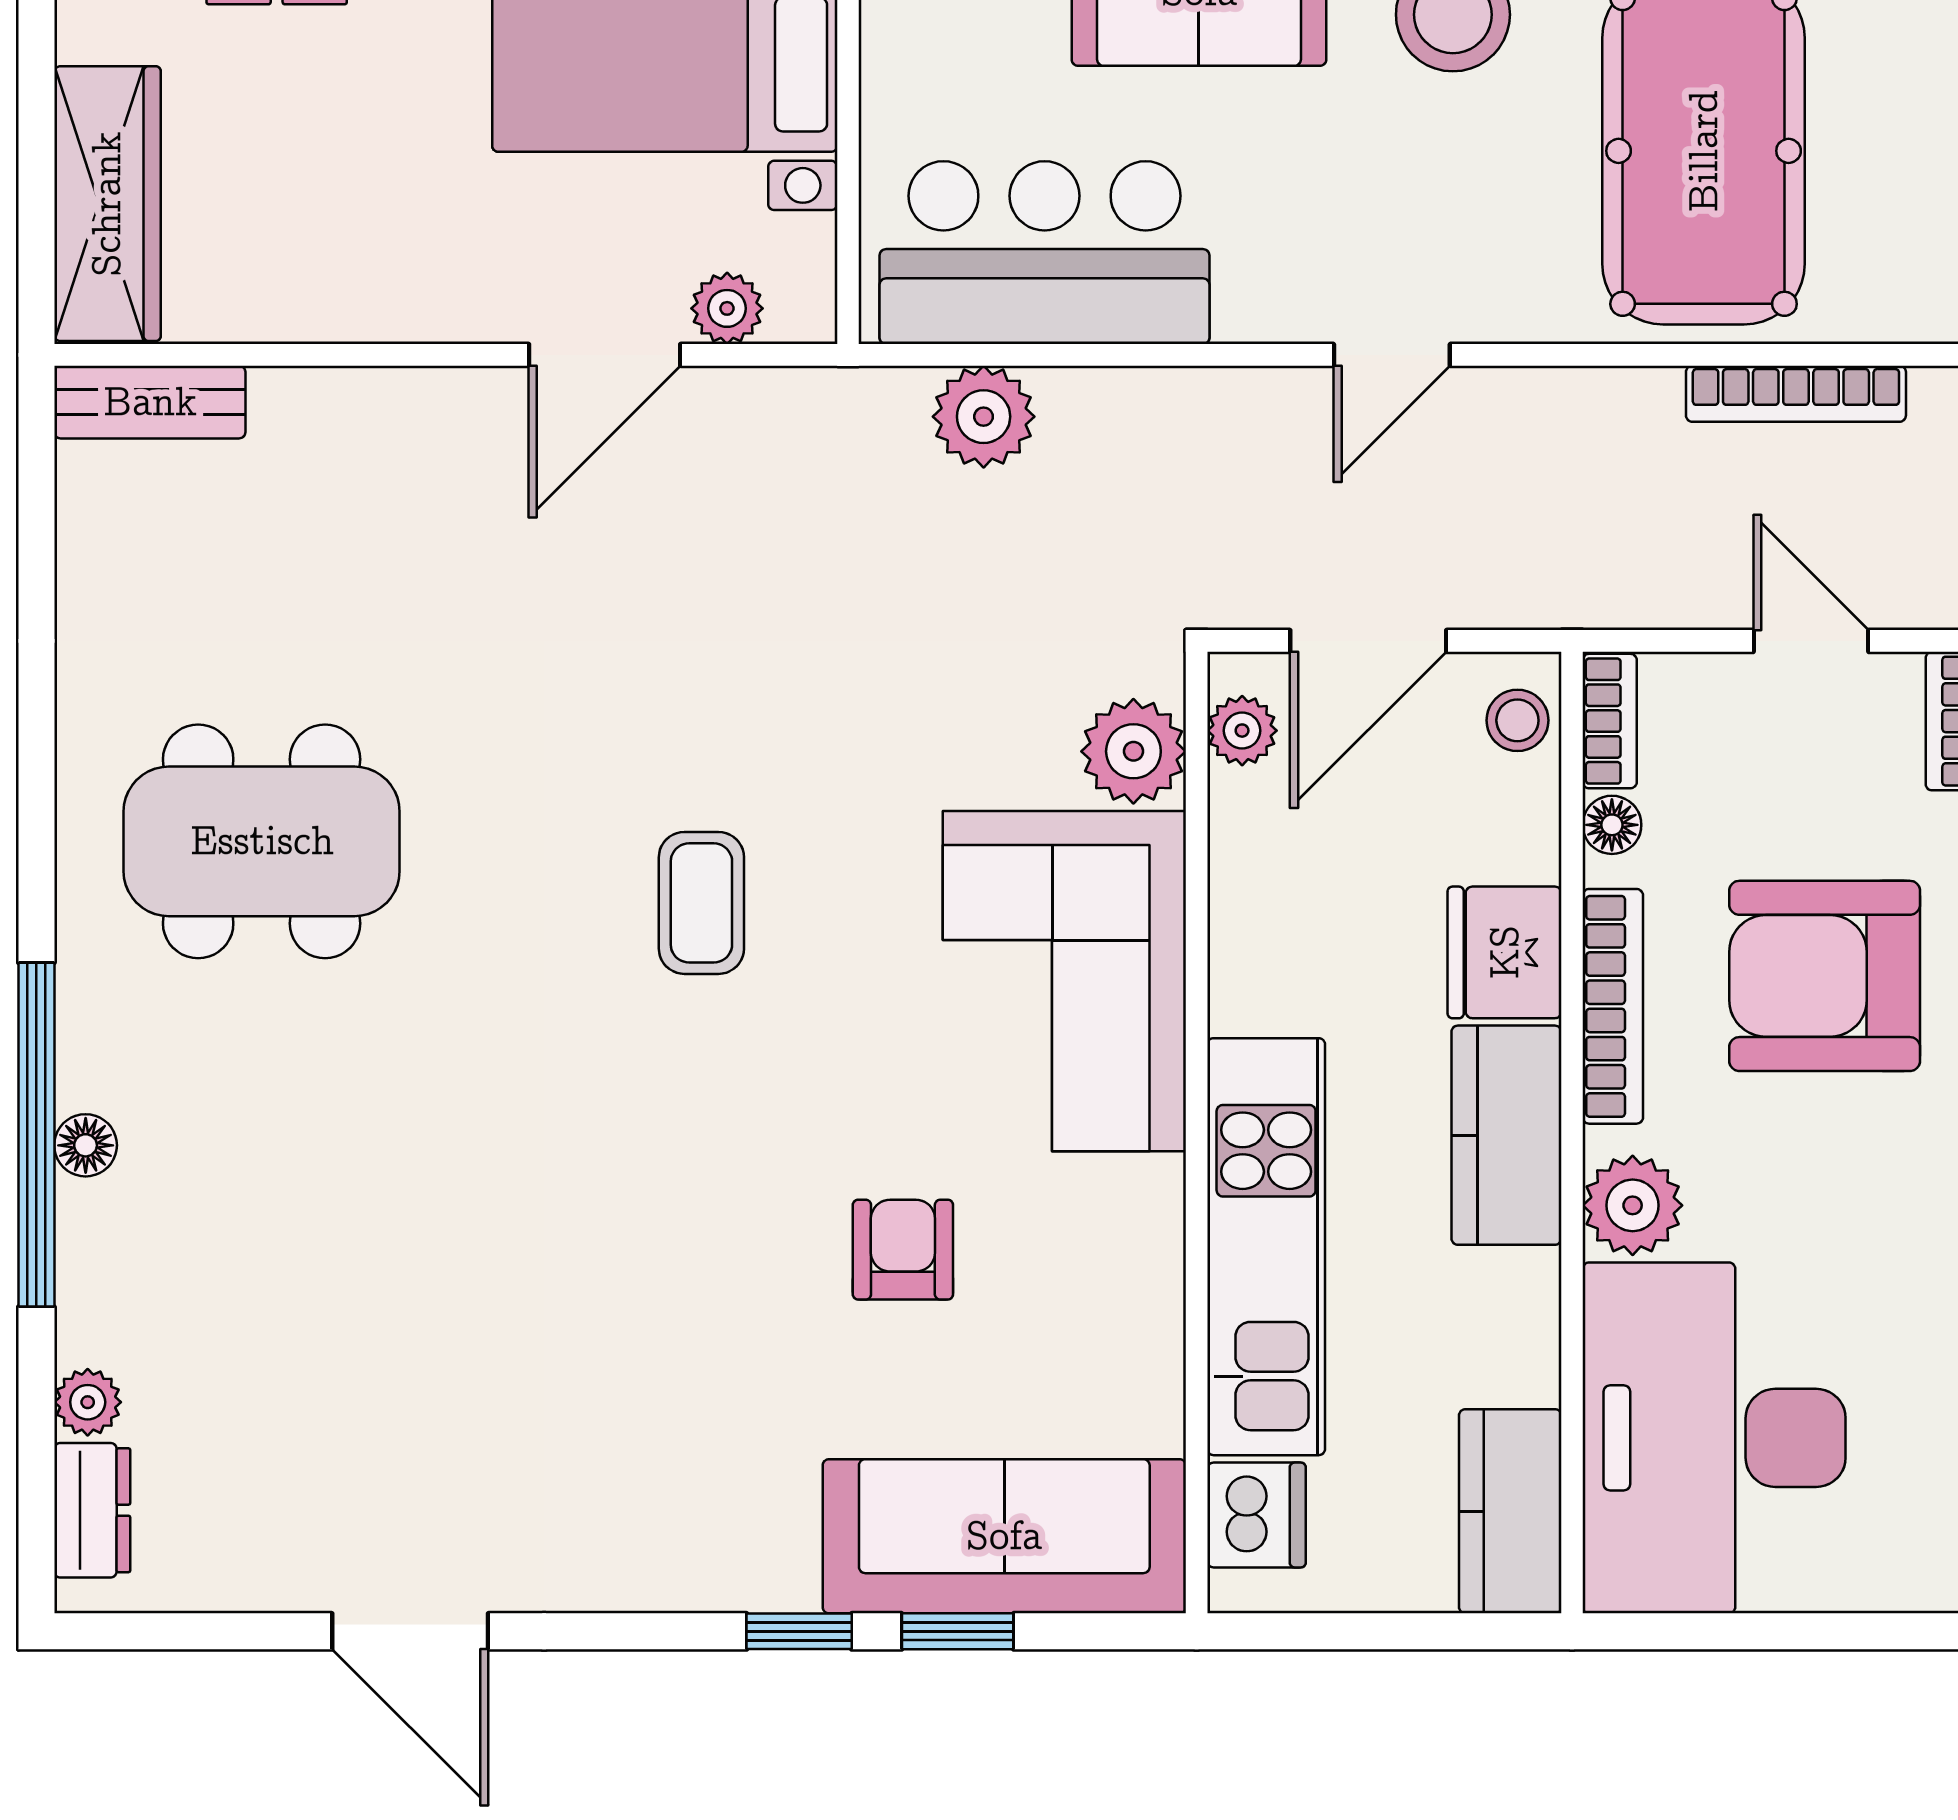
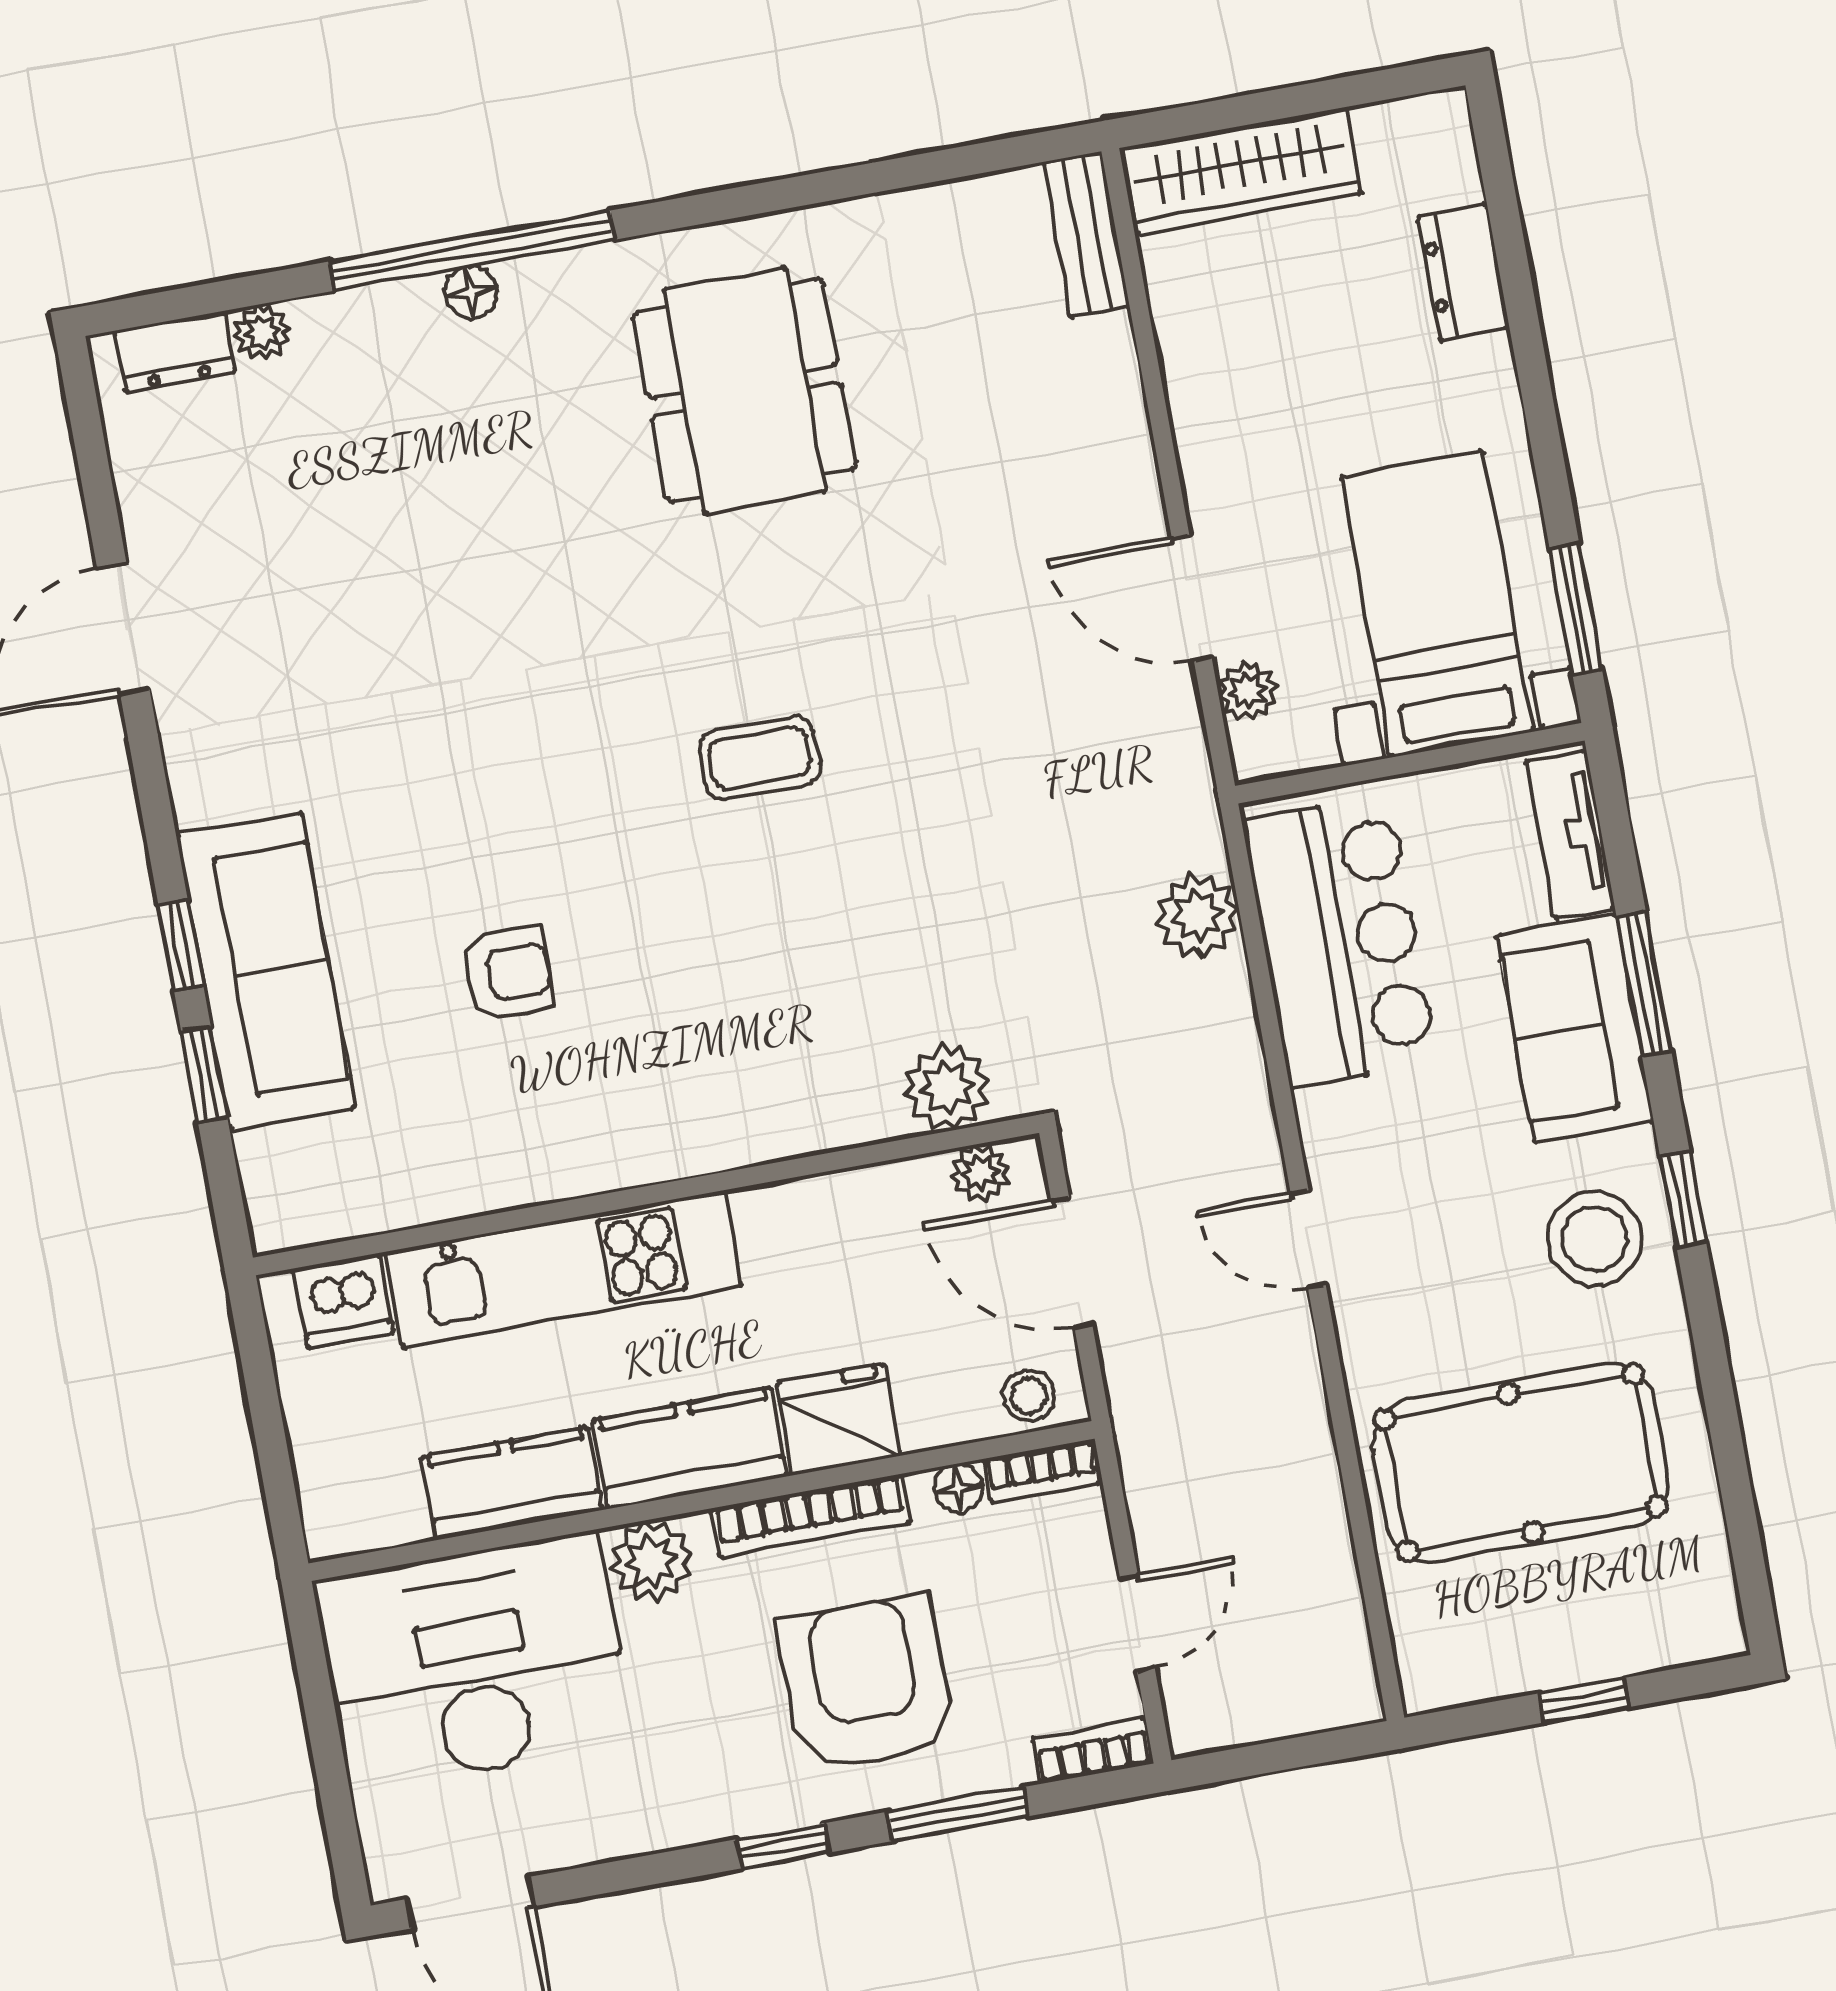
bookcase: (1796, 394) -> (1336, 1574), removed
corner sofa: (1064, 981) -> (750, 1065), removed
kitchen counter: (1510, 1511) -> (512, 1484), moved
sofa: (1004, 1536) -> (266, 971), moved

